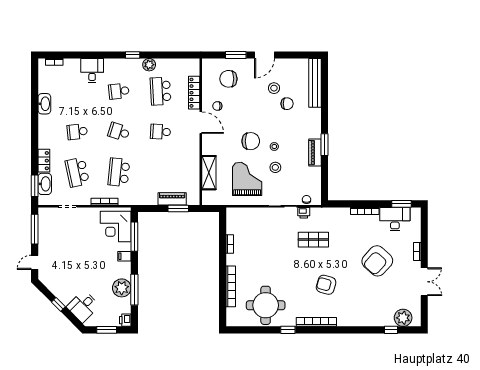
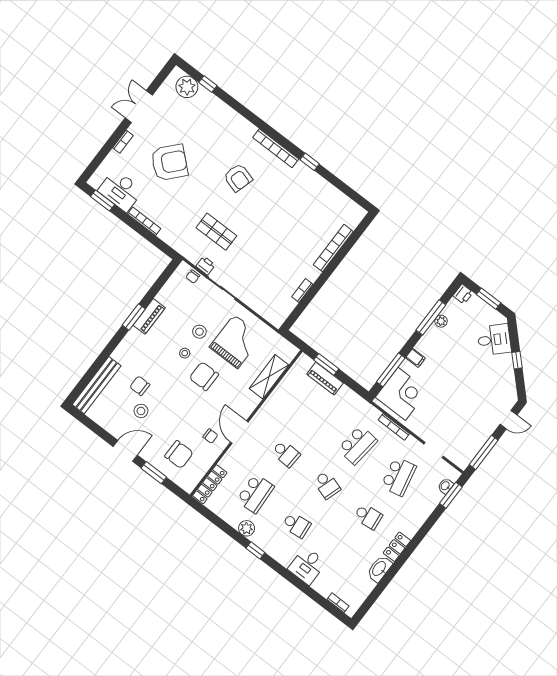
locker: (194, 93) -> (210, 484), moved
locker: (44, 161) -> (397, 547), moved
grand piano: (247, 179) -> (236, 342), turned 180
washbasin: (45, 184) -> (445, 486), width x0.52, depth x0.69
plant: (122, 288) -> (441, 321), width x0.53, depth x0.53
round table: (266, 305) -> (313, 203), removed

